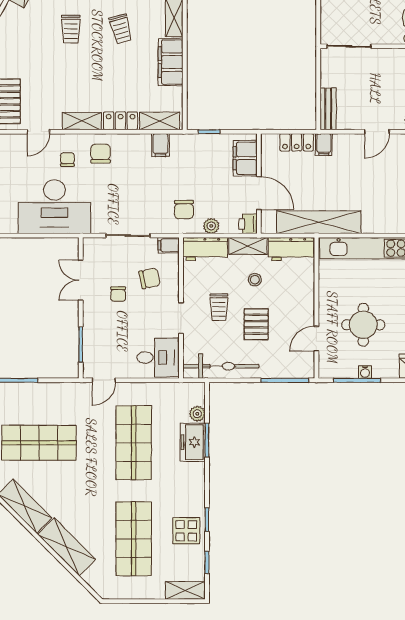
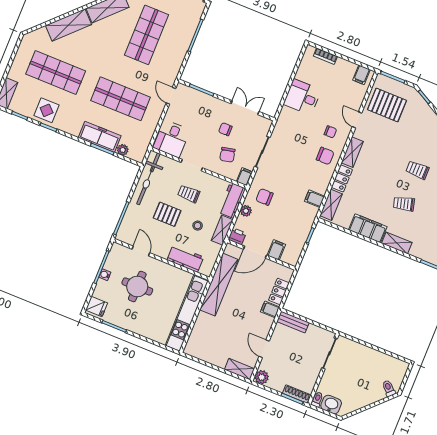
filing cabinet: (245, 158) -> (276, 250), width x0.50
desk: (54, 207) -> (302, 97), width x0.53, depth x0.77
workbench: (291, 249) -> (185, 258), moved, turned 90
freezer: (193, 442) -> (100, 137), width x1.40

